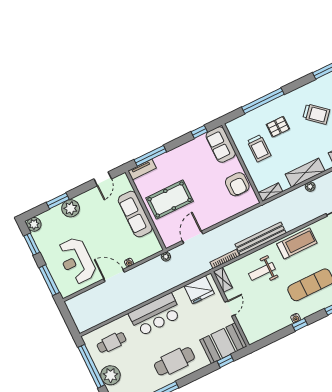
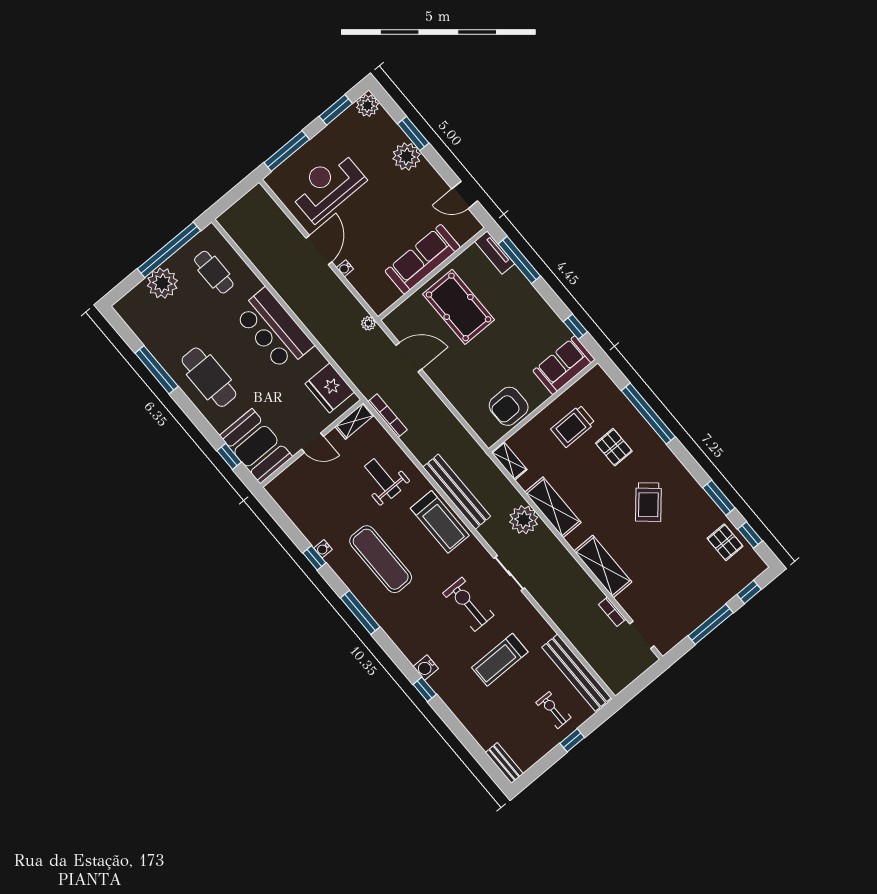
plant: (310, 187) -> (524, 520), width x1.88, depth x1.88
bench: (261, 239) -> (457, 492), moved

